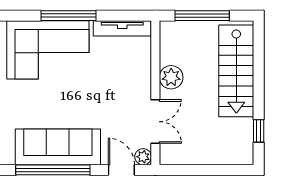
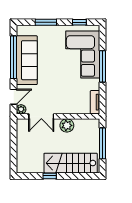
tv unit: (122, 28) -> (95, 102), width x0.71
window: (259, 131) -> (50, 176), moved

